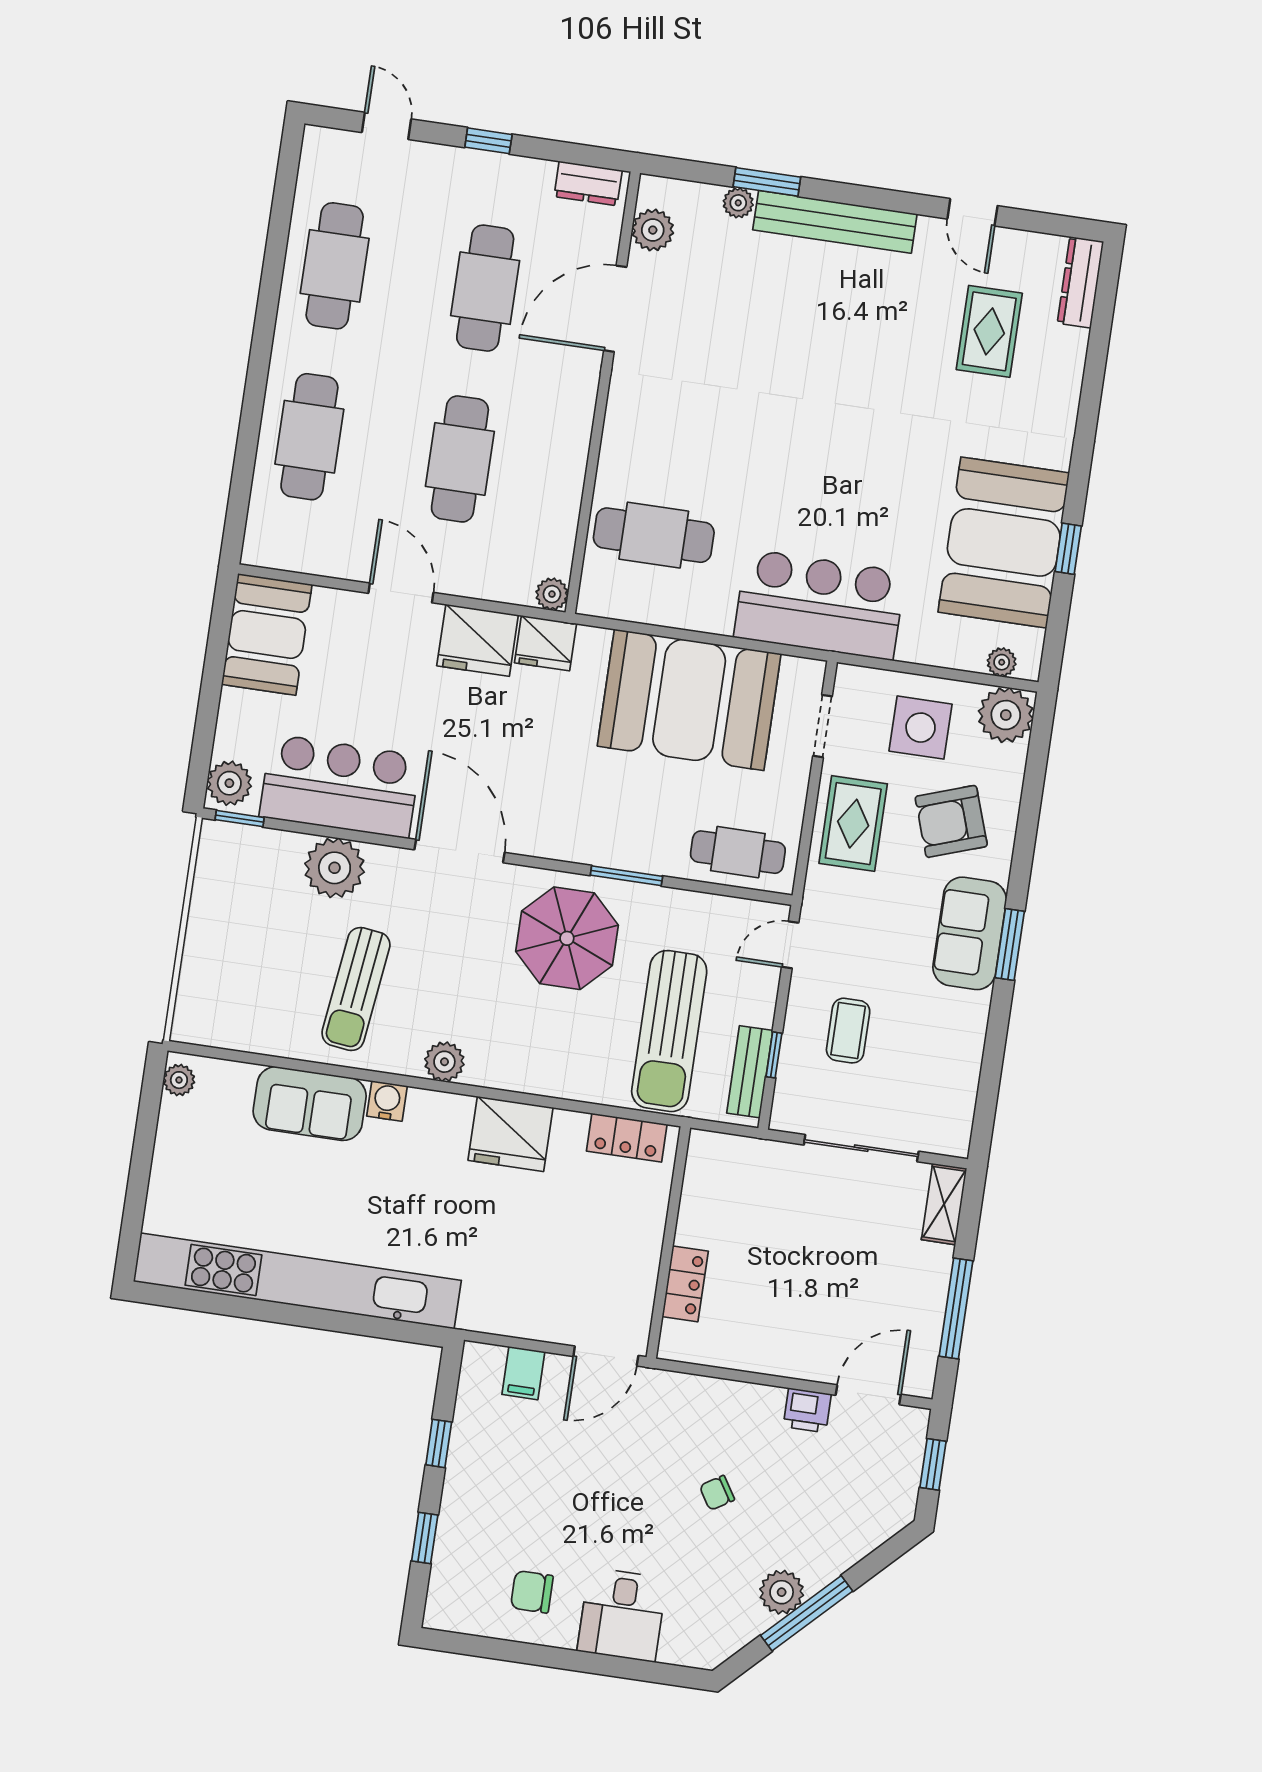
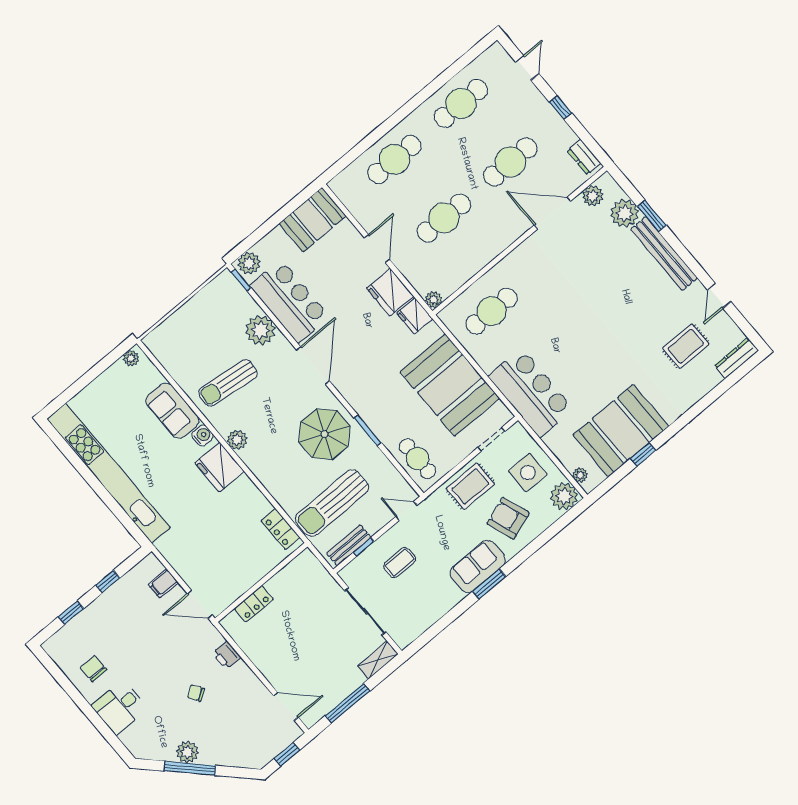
plant: (738, 203) -> (625, 213), width x1.87, depth x1.87
cafe table: (654, 535) -> (491, 311), turned 90
fridge: (511, 1134) -> (220, 467), moved
printer: (807, 1410) -> (227, 655), moved

